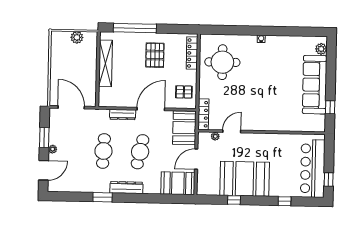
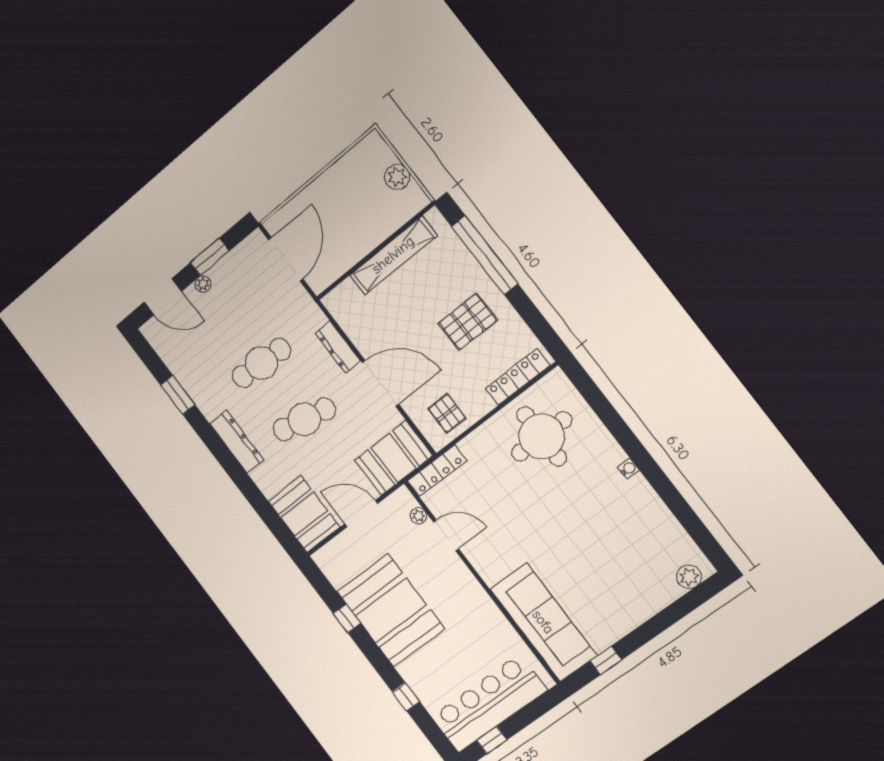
sofa: (315, 85) -> (543, 622), moved, turned 90
window: (103, 197) -> (178, 395), moved

